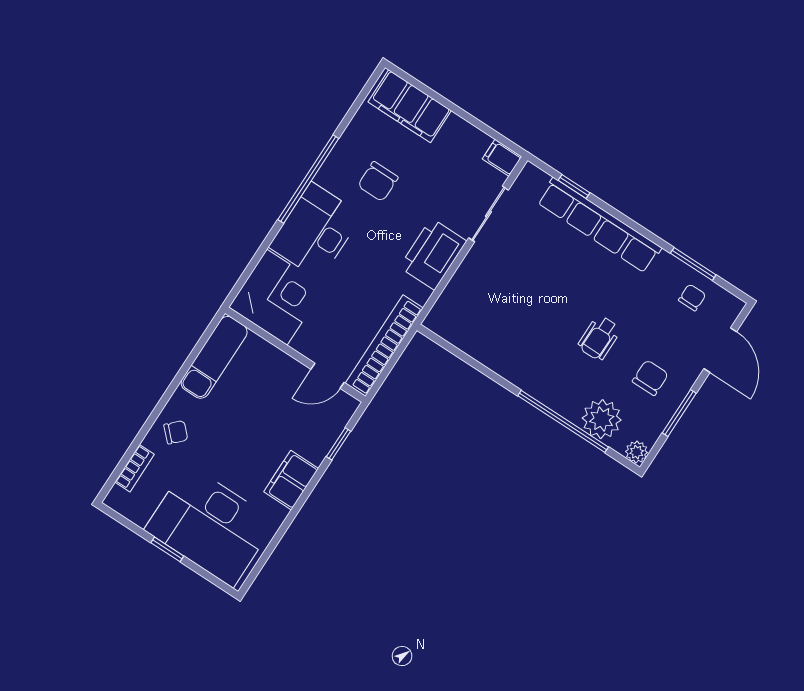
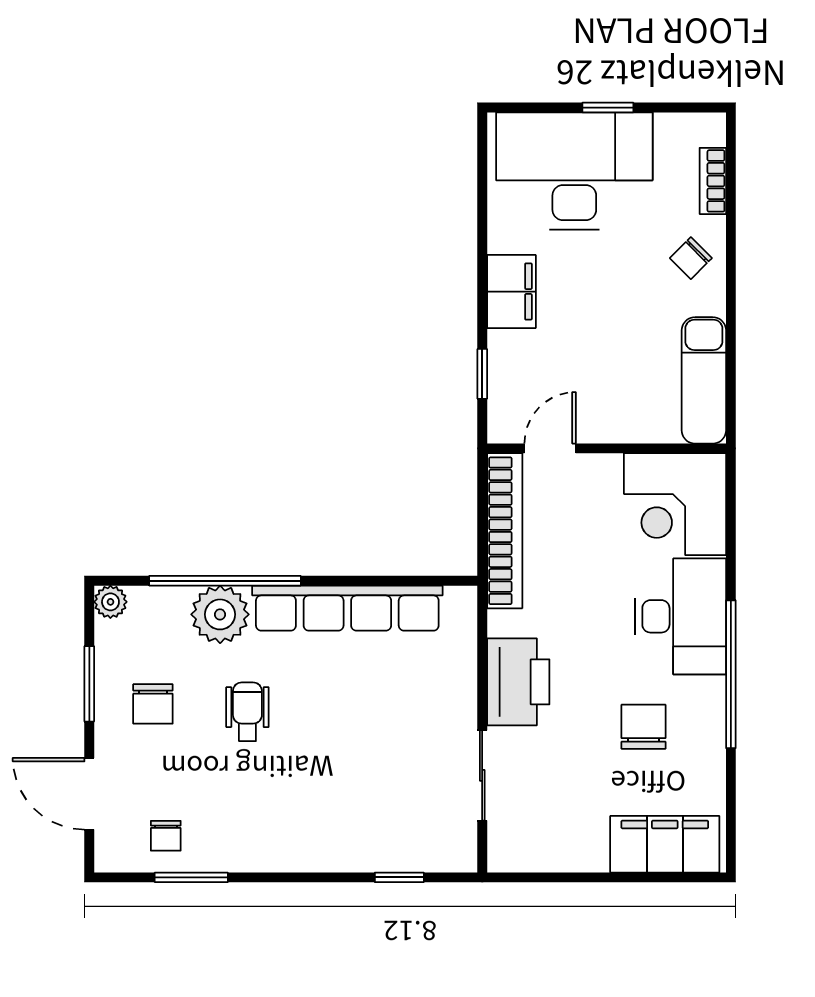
filing cabinet: (502, 158) -> (510, 855), removed
row of seats: (599, 225) -> (347, 608), moved, turned 180
plant: (602, 419) -> (220, 614), moved

